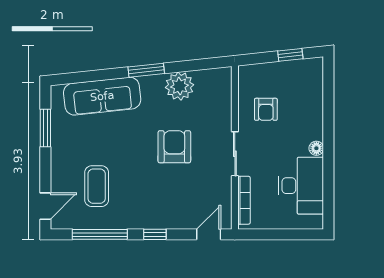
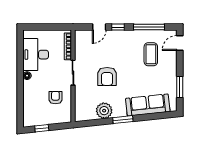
door: (209, 234) -> (99, 27), moved

